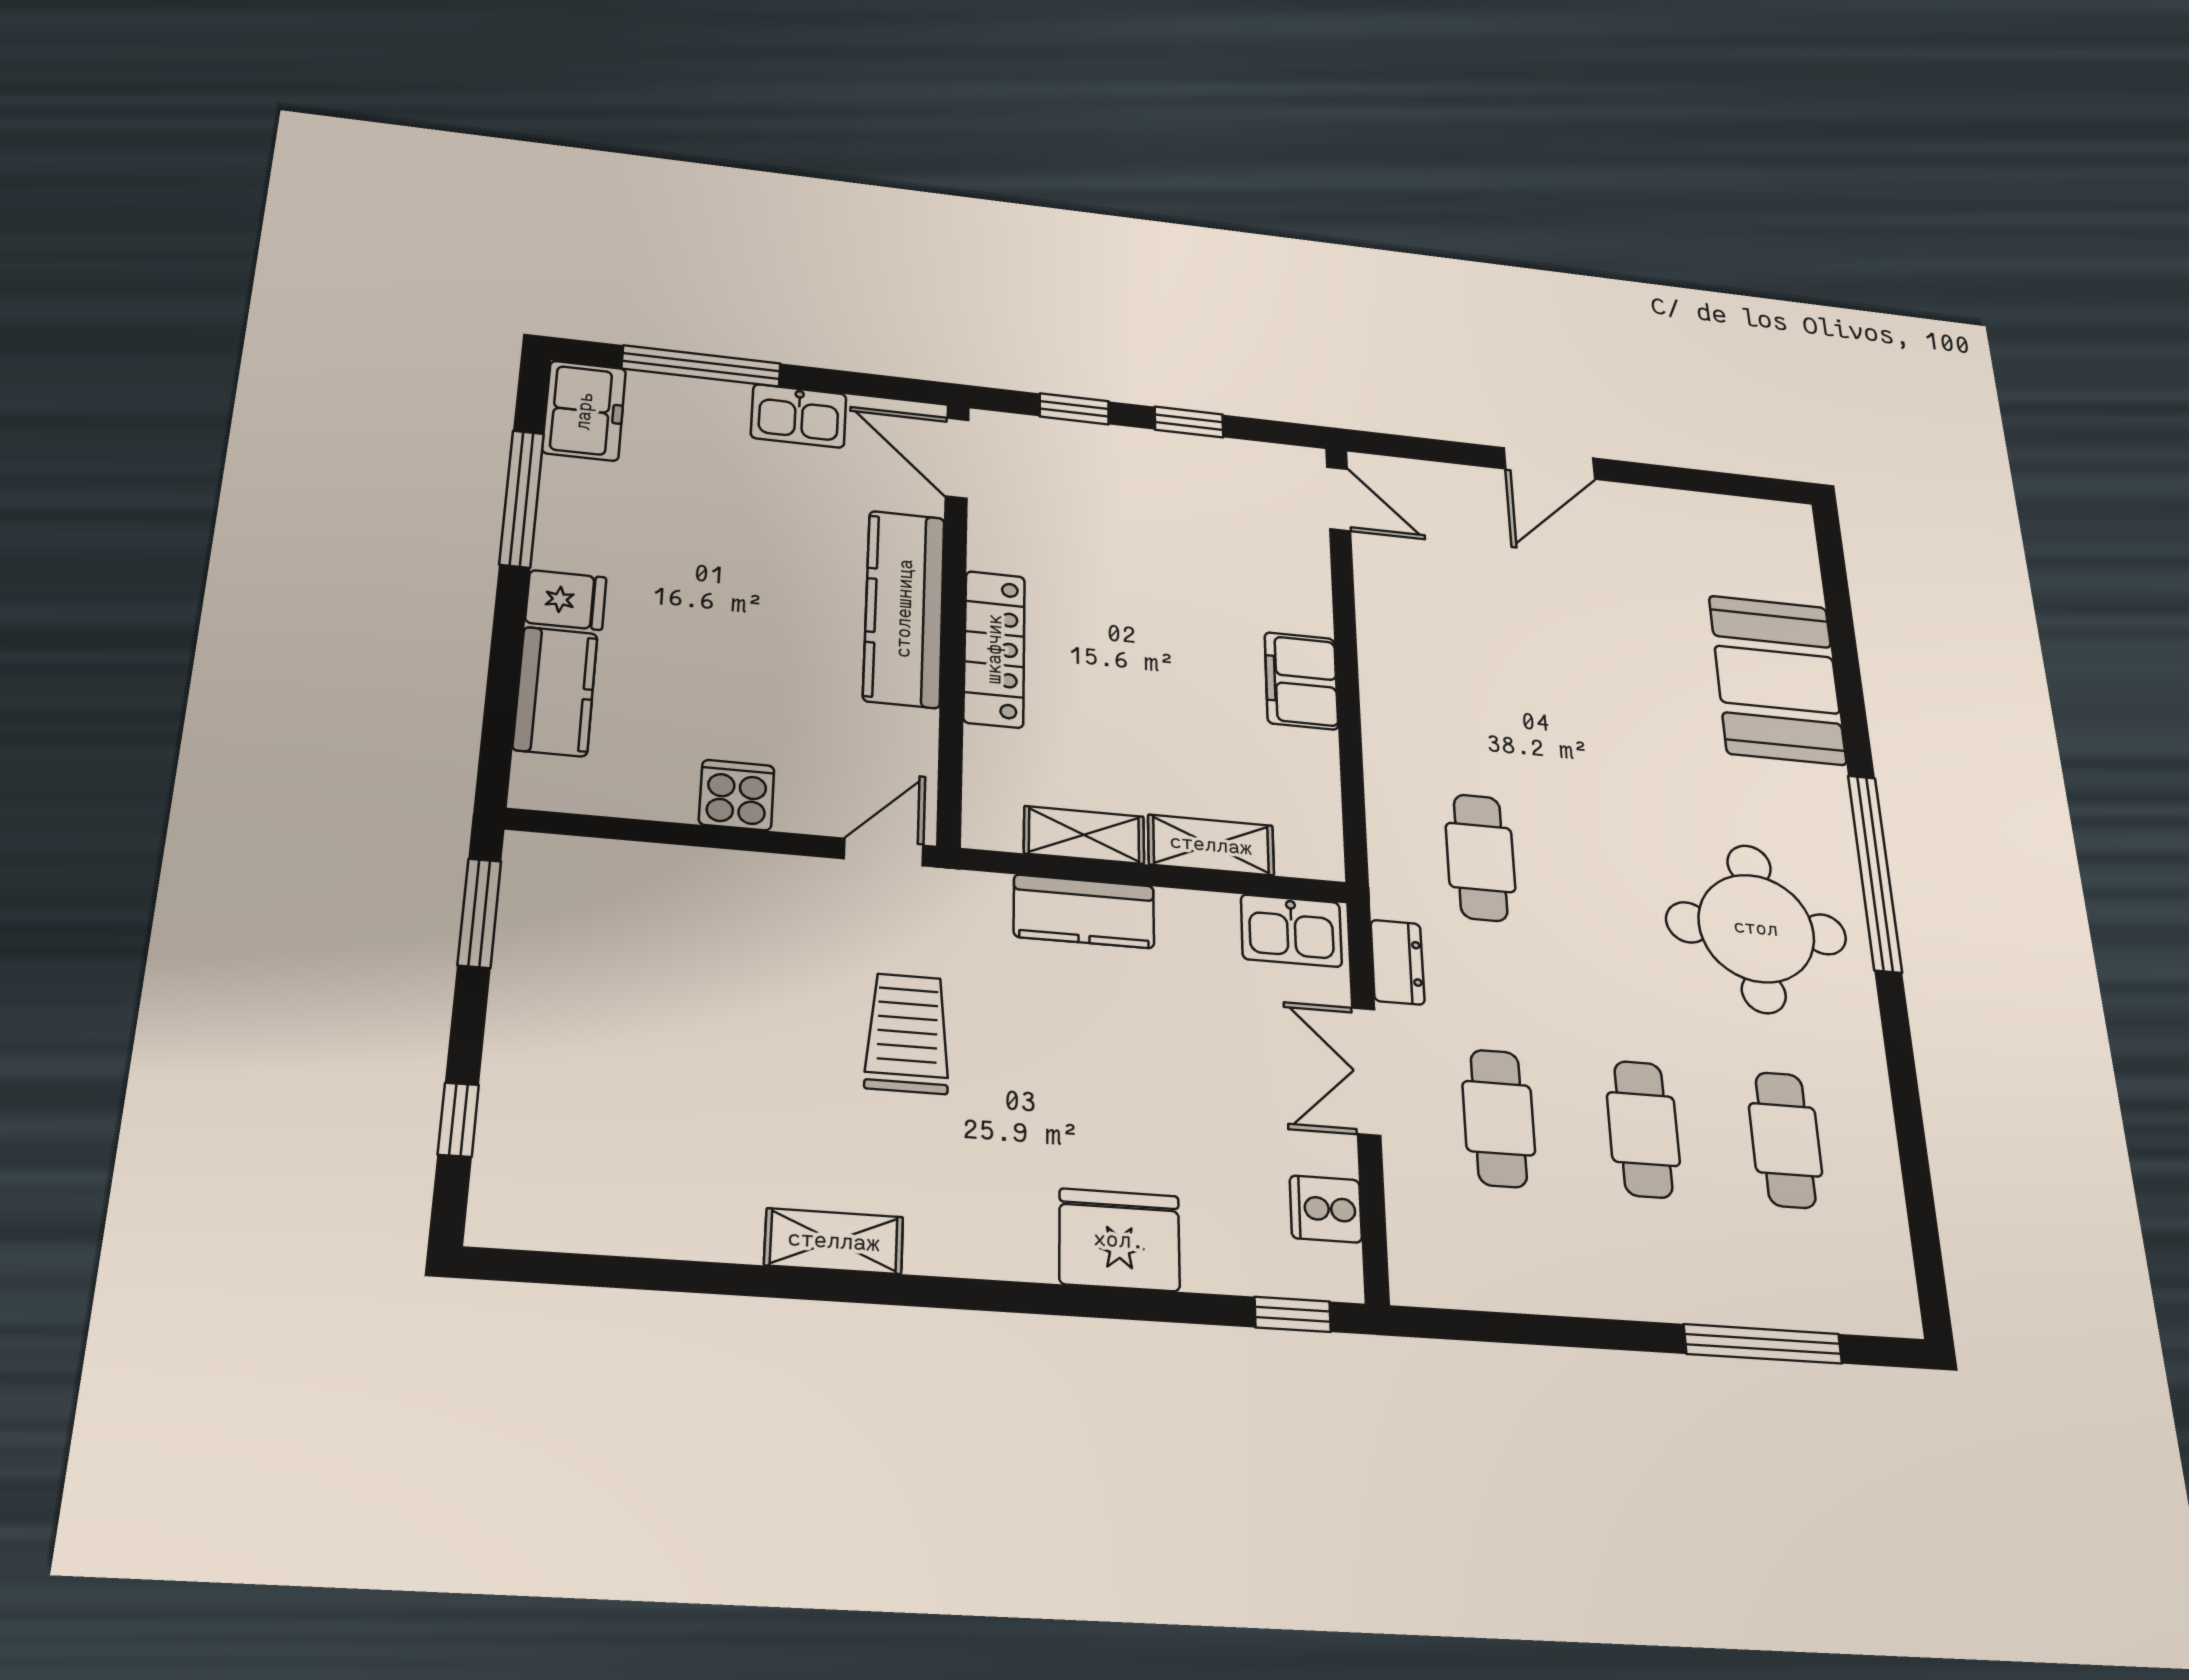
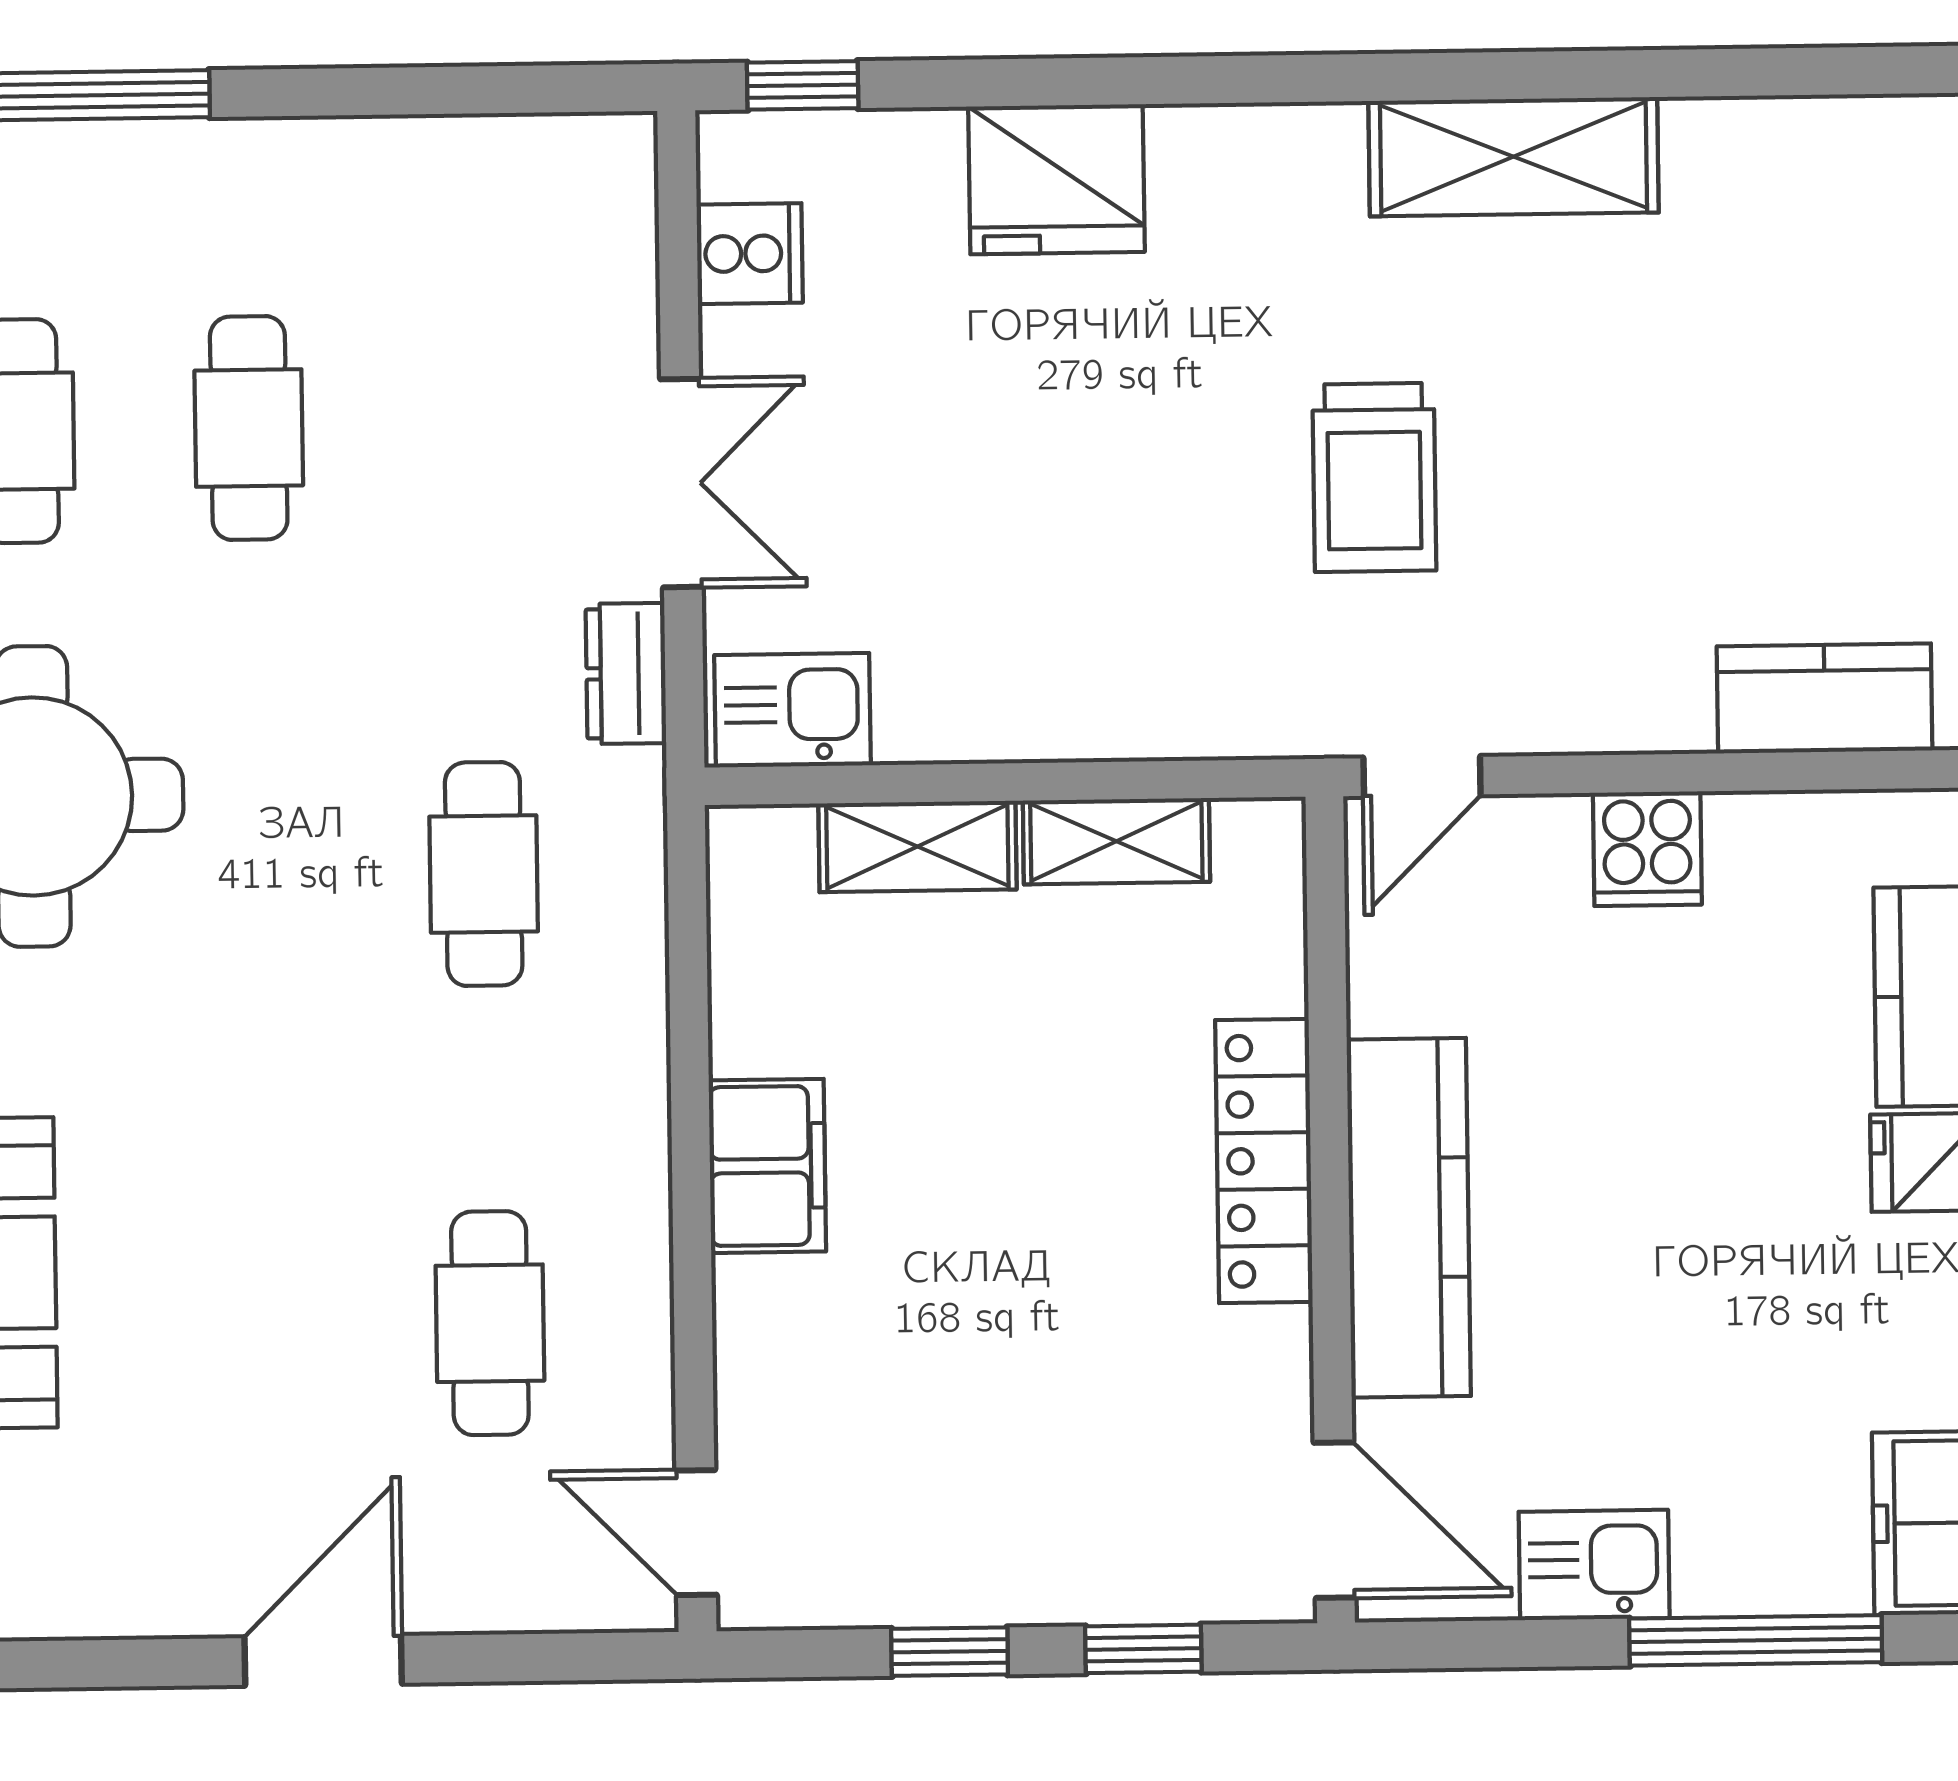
kitchen counter: (1084, 911) -> (1825, 698), moved
cafe table: (1499, 1118) -> (490, 1323), moved
shelving: (834, 1241) -> (1514, 157), width x1.50, depth x1.33

